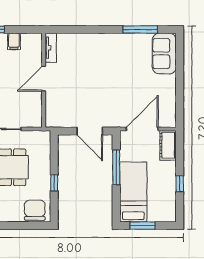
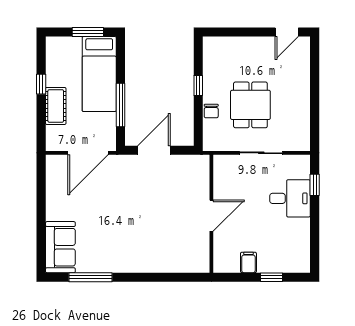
tv unit: (51, 48) -> (203, 254), removed
door: (90, 131) -> (154, 150), hinge flipped
cot: (168, 145) -> (56, 106), moved
chair: (35, 210) -> (211, 111), moved, width x0.54, depth x0.54

